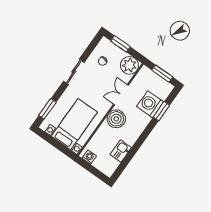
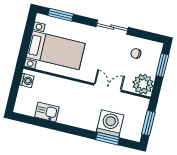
boiler: (116, 119) -> (80, 93), removed

